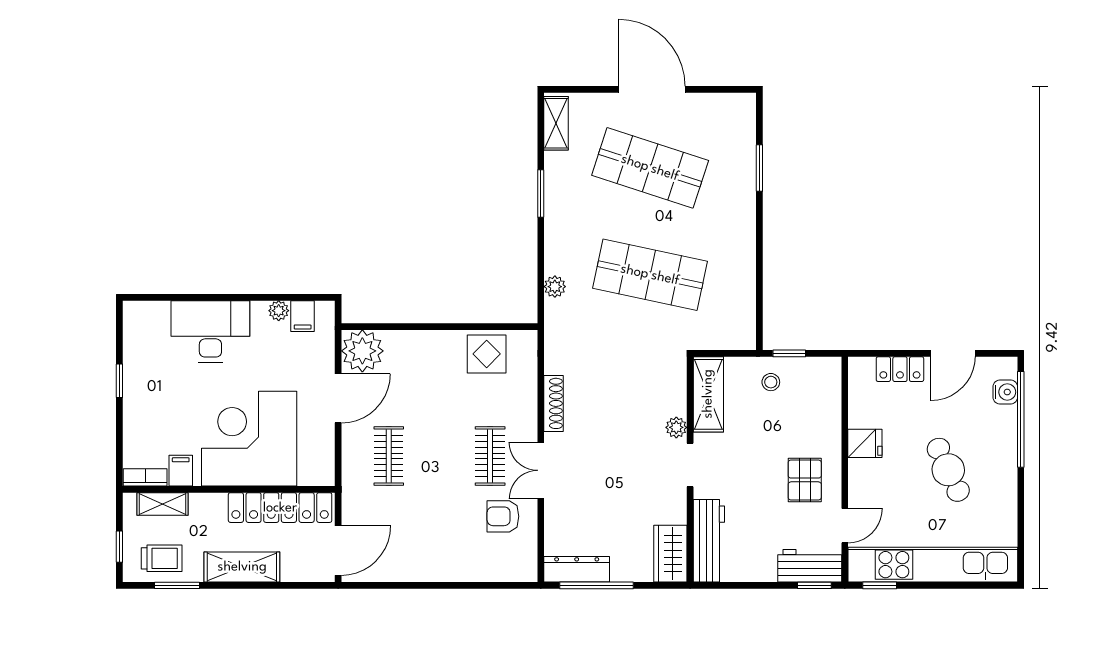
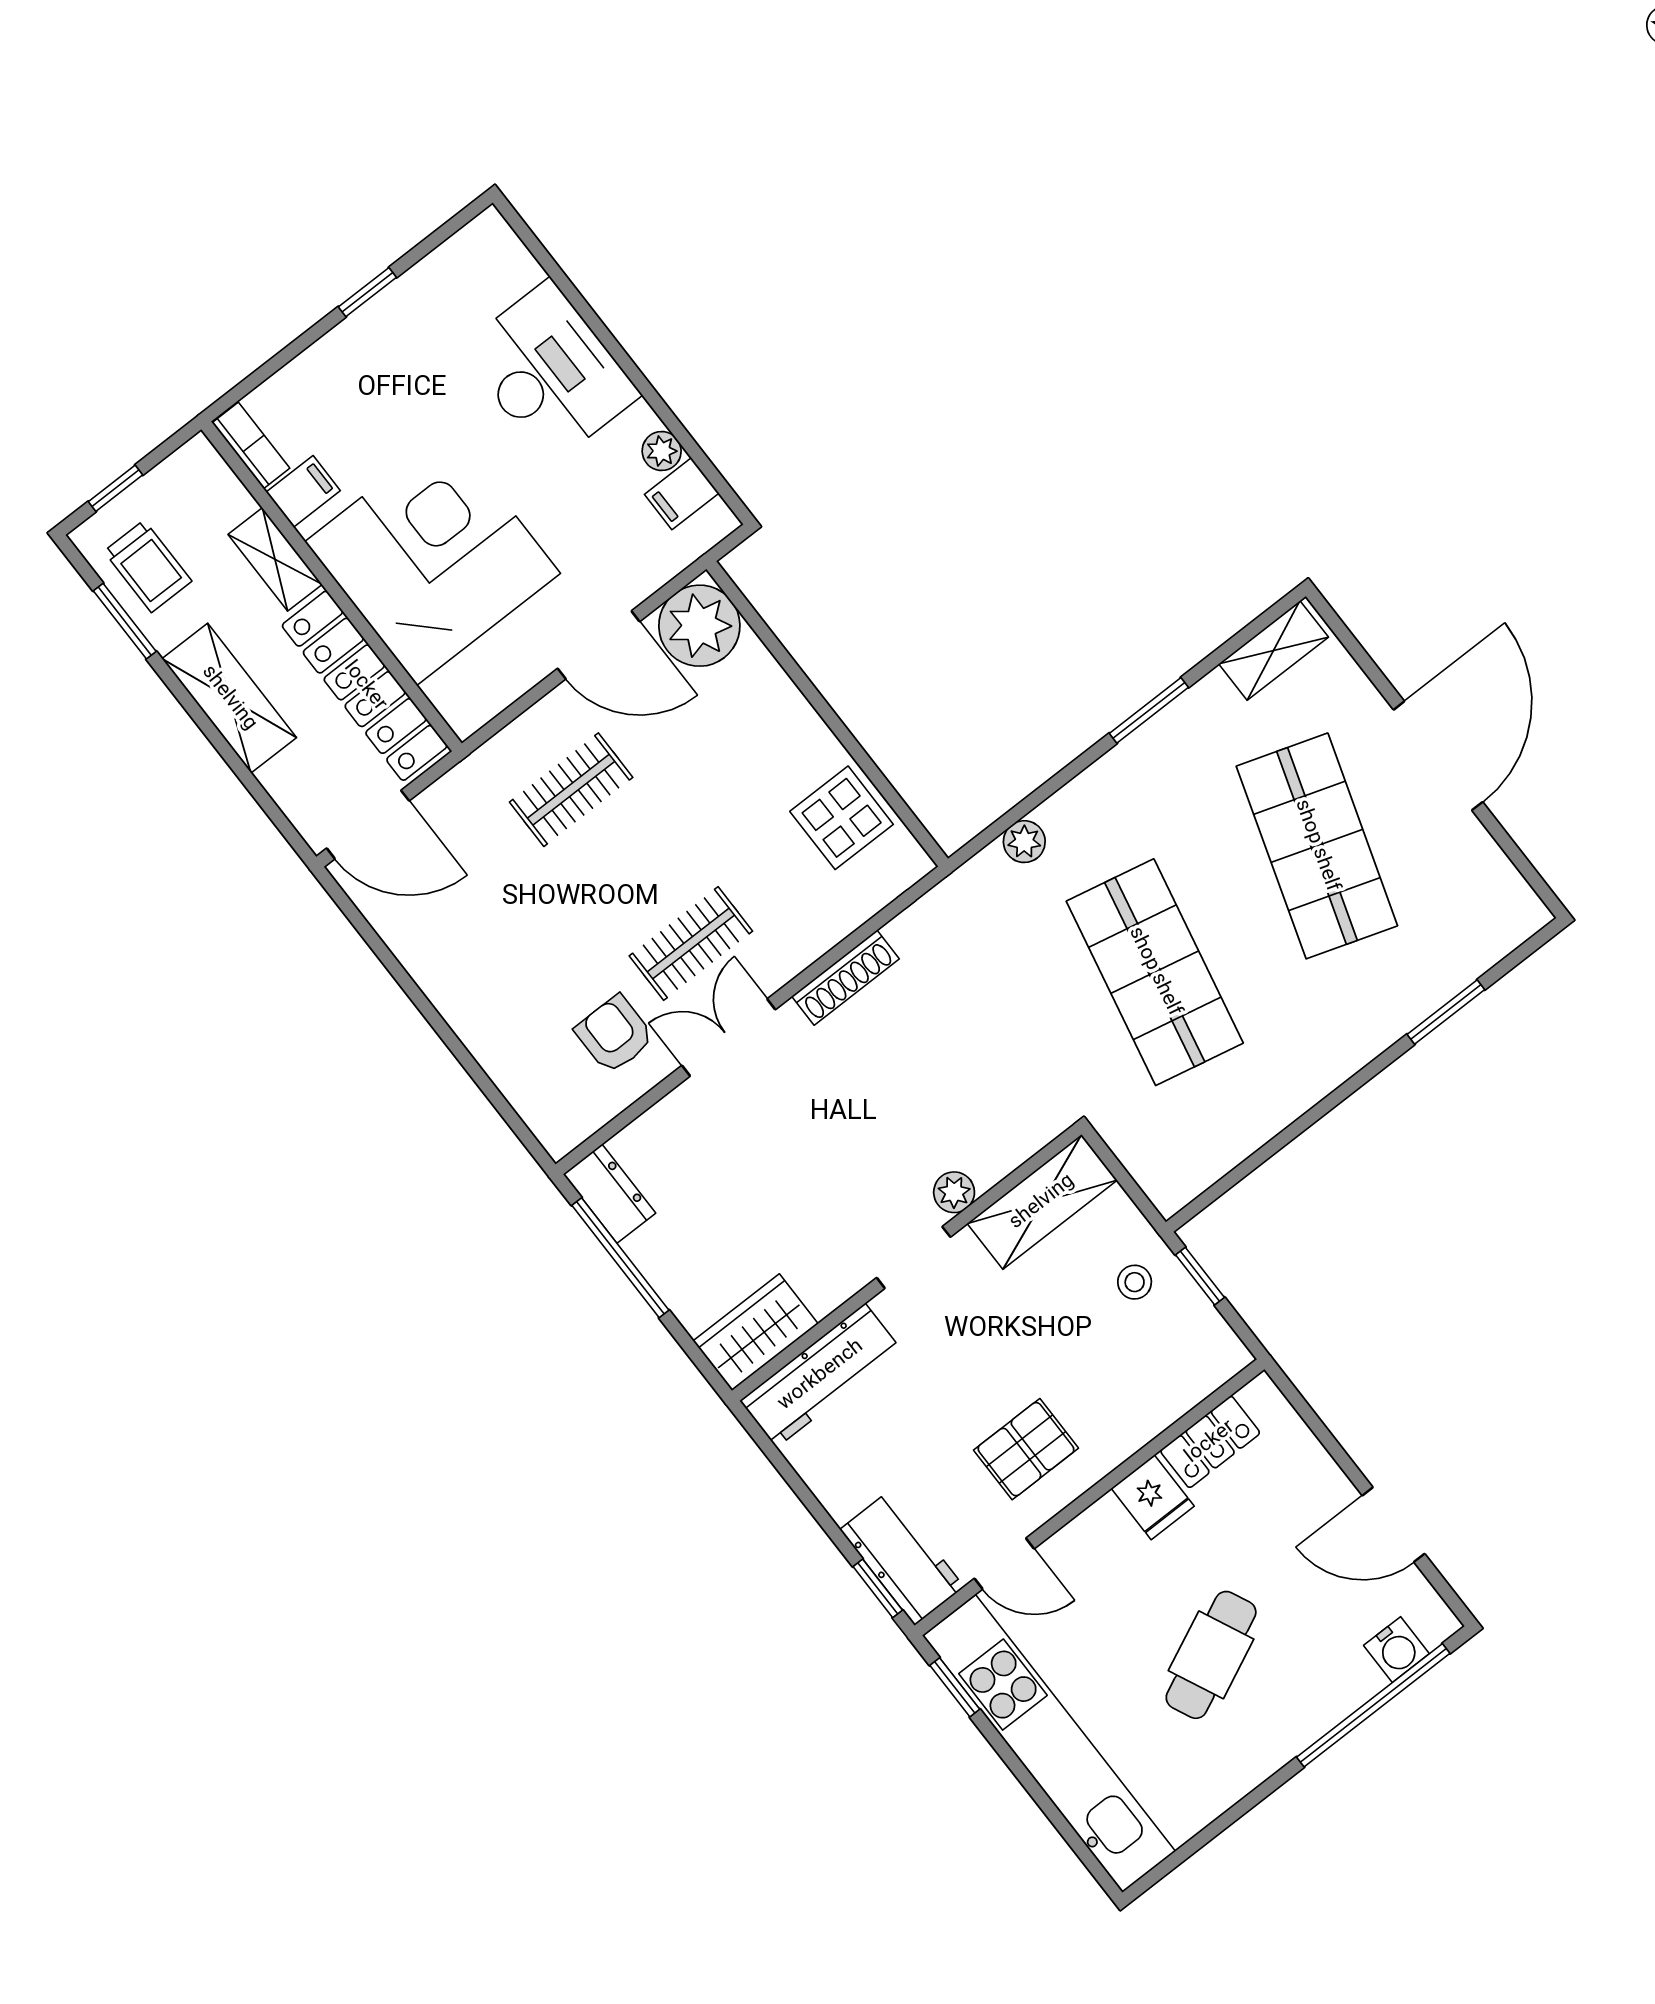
locker: (900, 369) -> (1210, 1442), moved, turned -90
shelving: (163, 504) -> (275, 559), moved
dresser: (577, 569) -> (609, 1194), width x0.70

